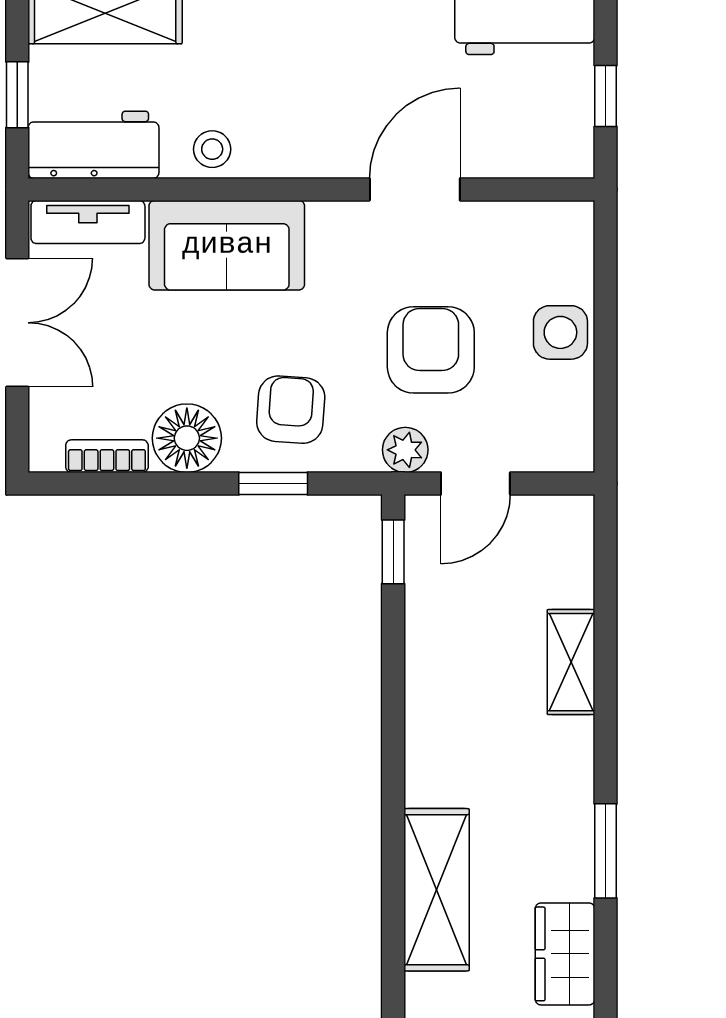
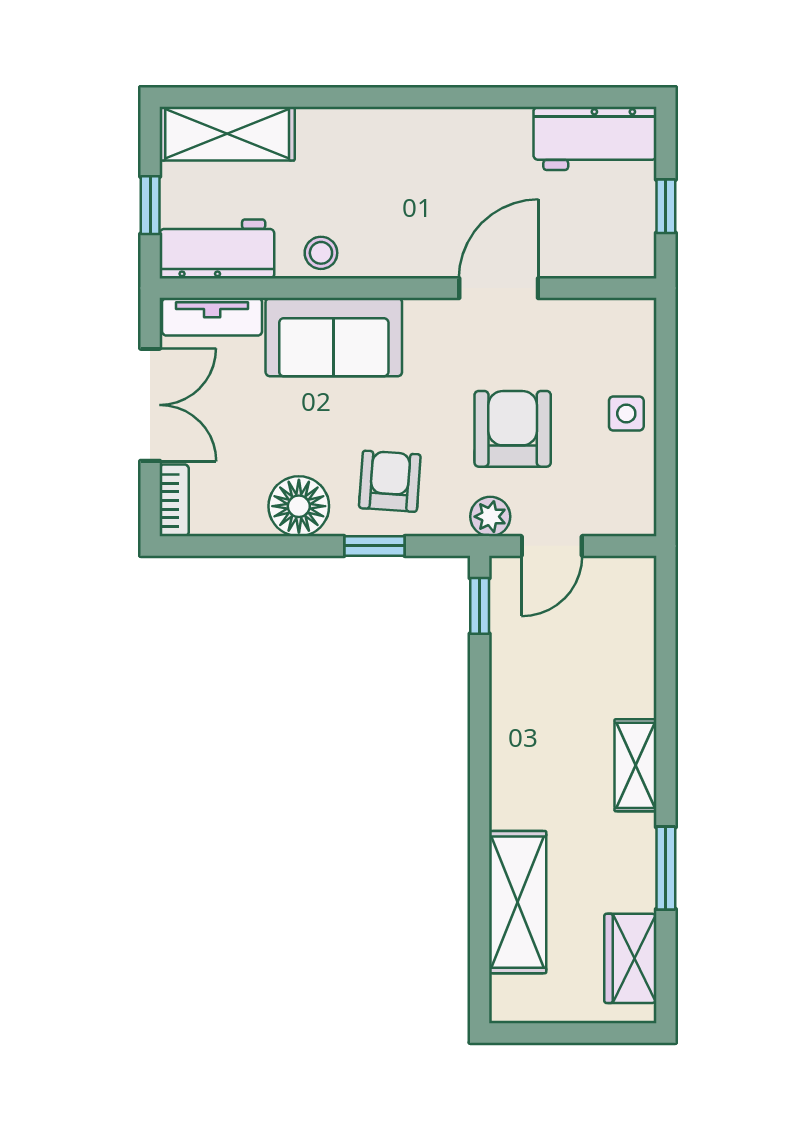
side table: (560, 332) -> (626, 413), width x0.73, depth x0.73
bookcase: (107, 456) -> (174, 500), moved, turned 90
shelving: (571, 662) -> (636, 765), moved

